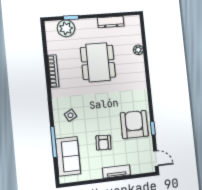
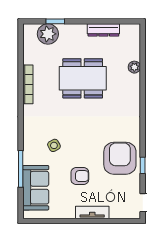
dining table: (98, 62) -> (83, 78), turned 90
side table: (70, 115) -> (54, 145), moved
armchair: (103, 143) -> (80, 176), turned -93

